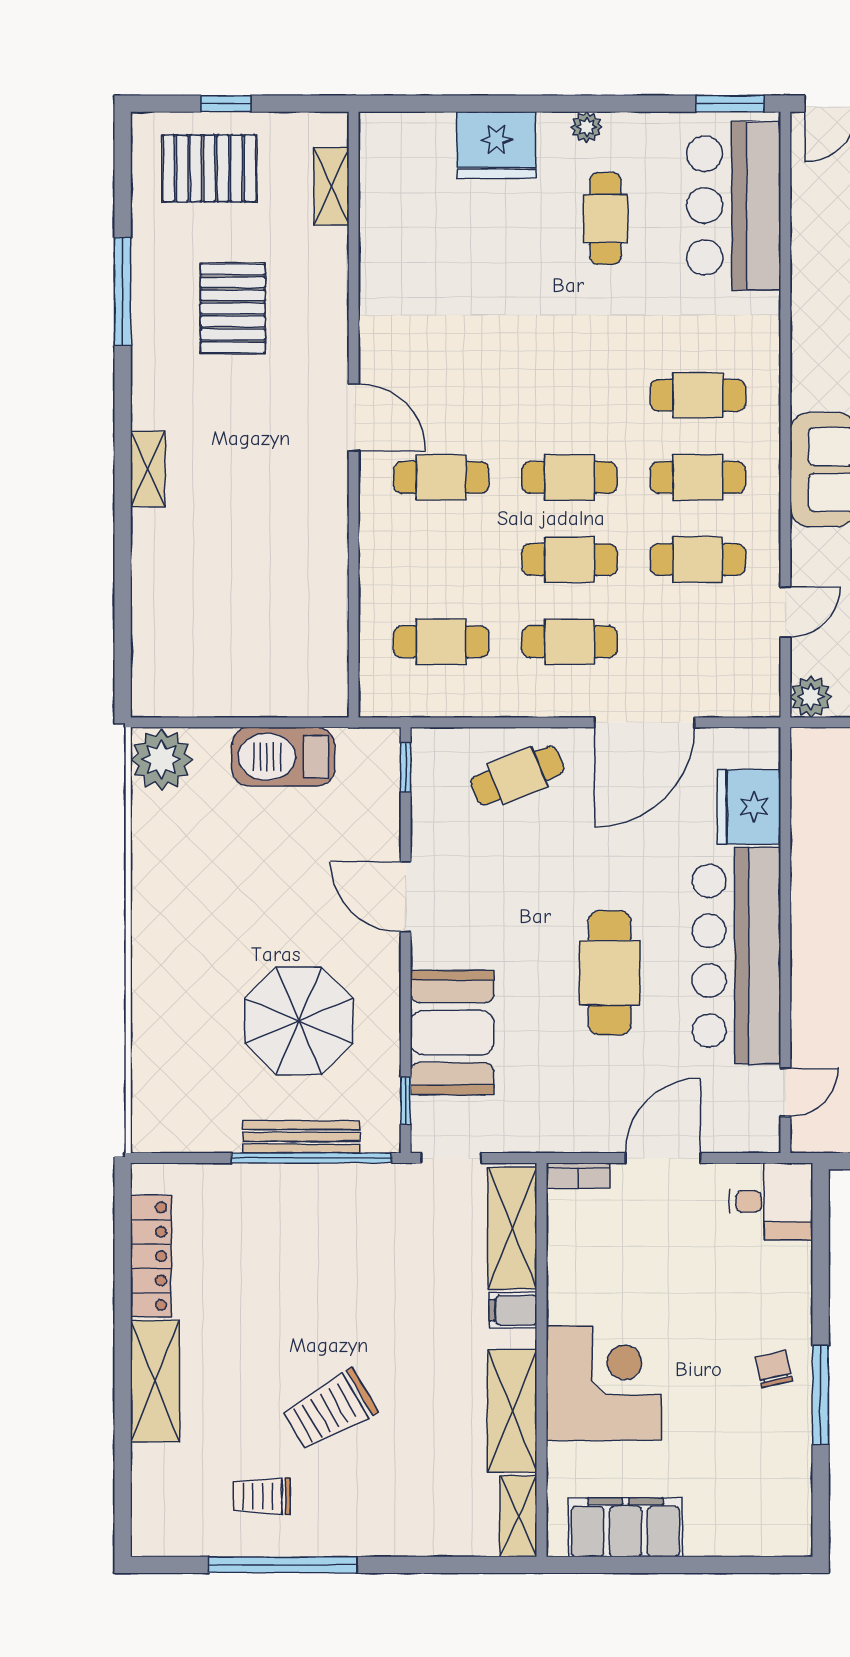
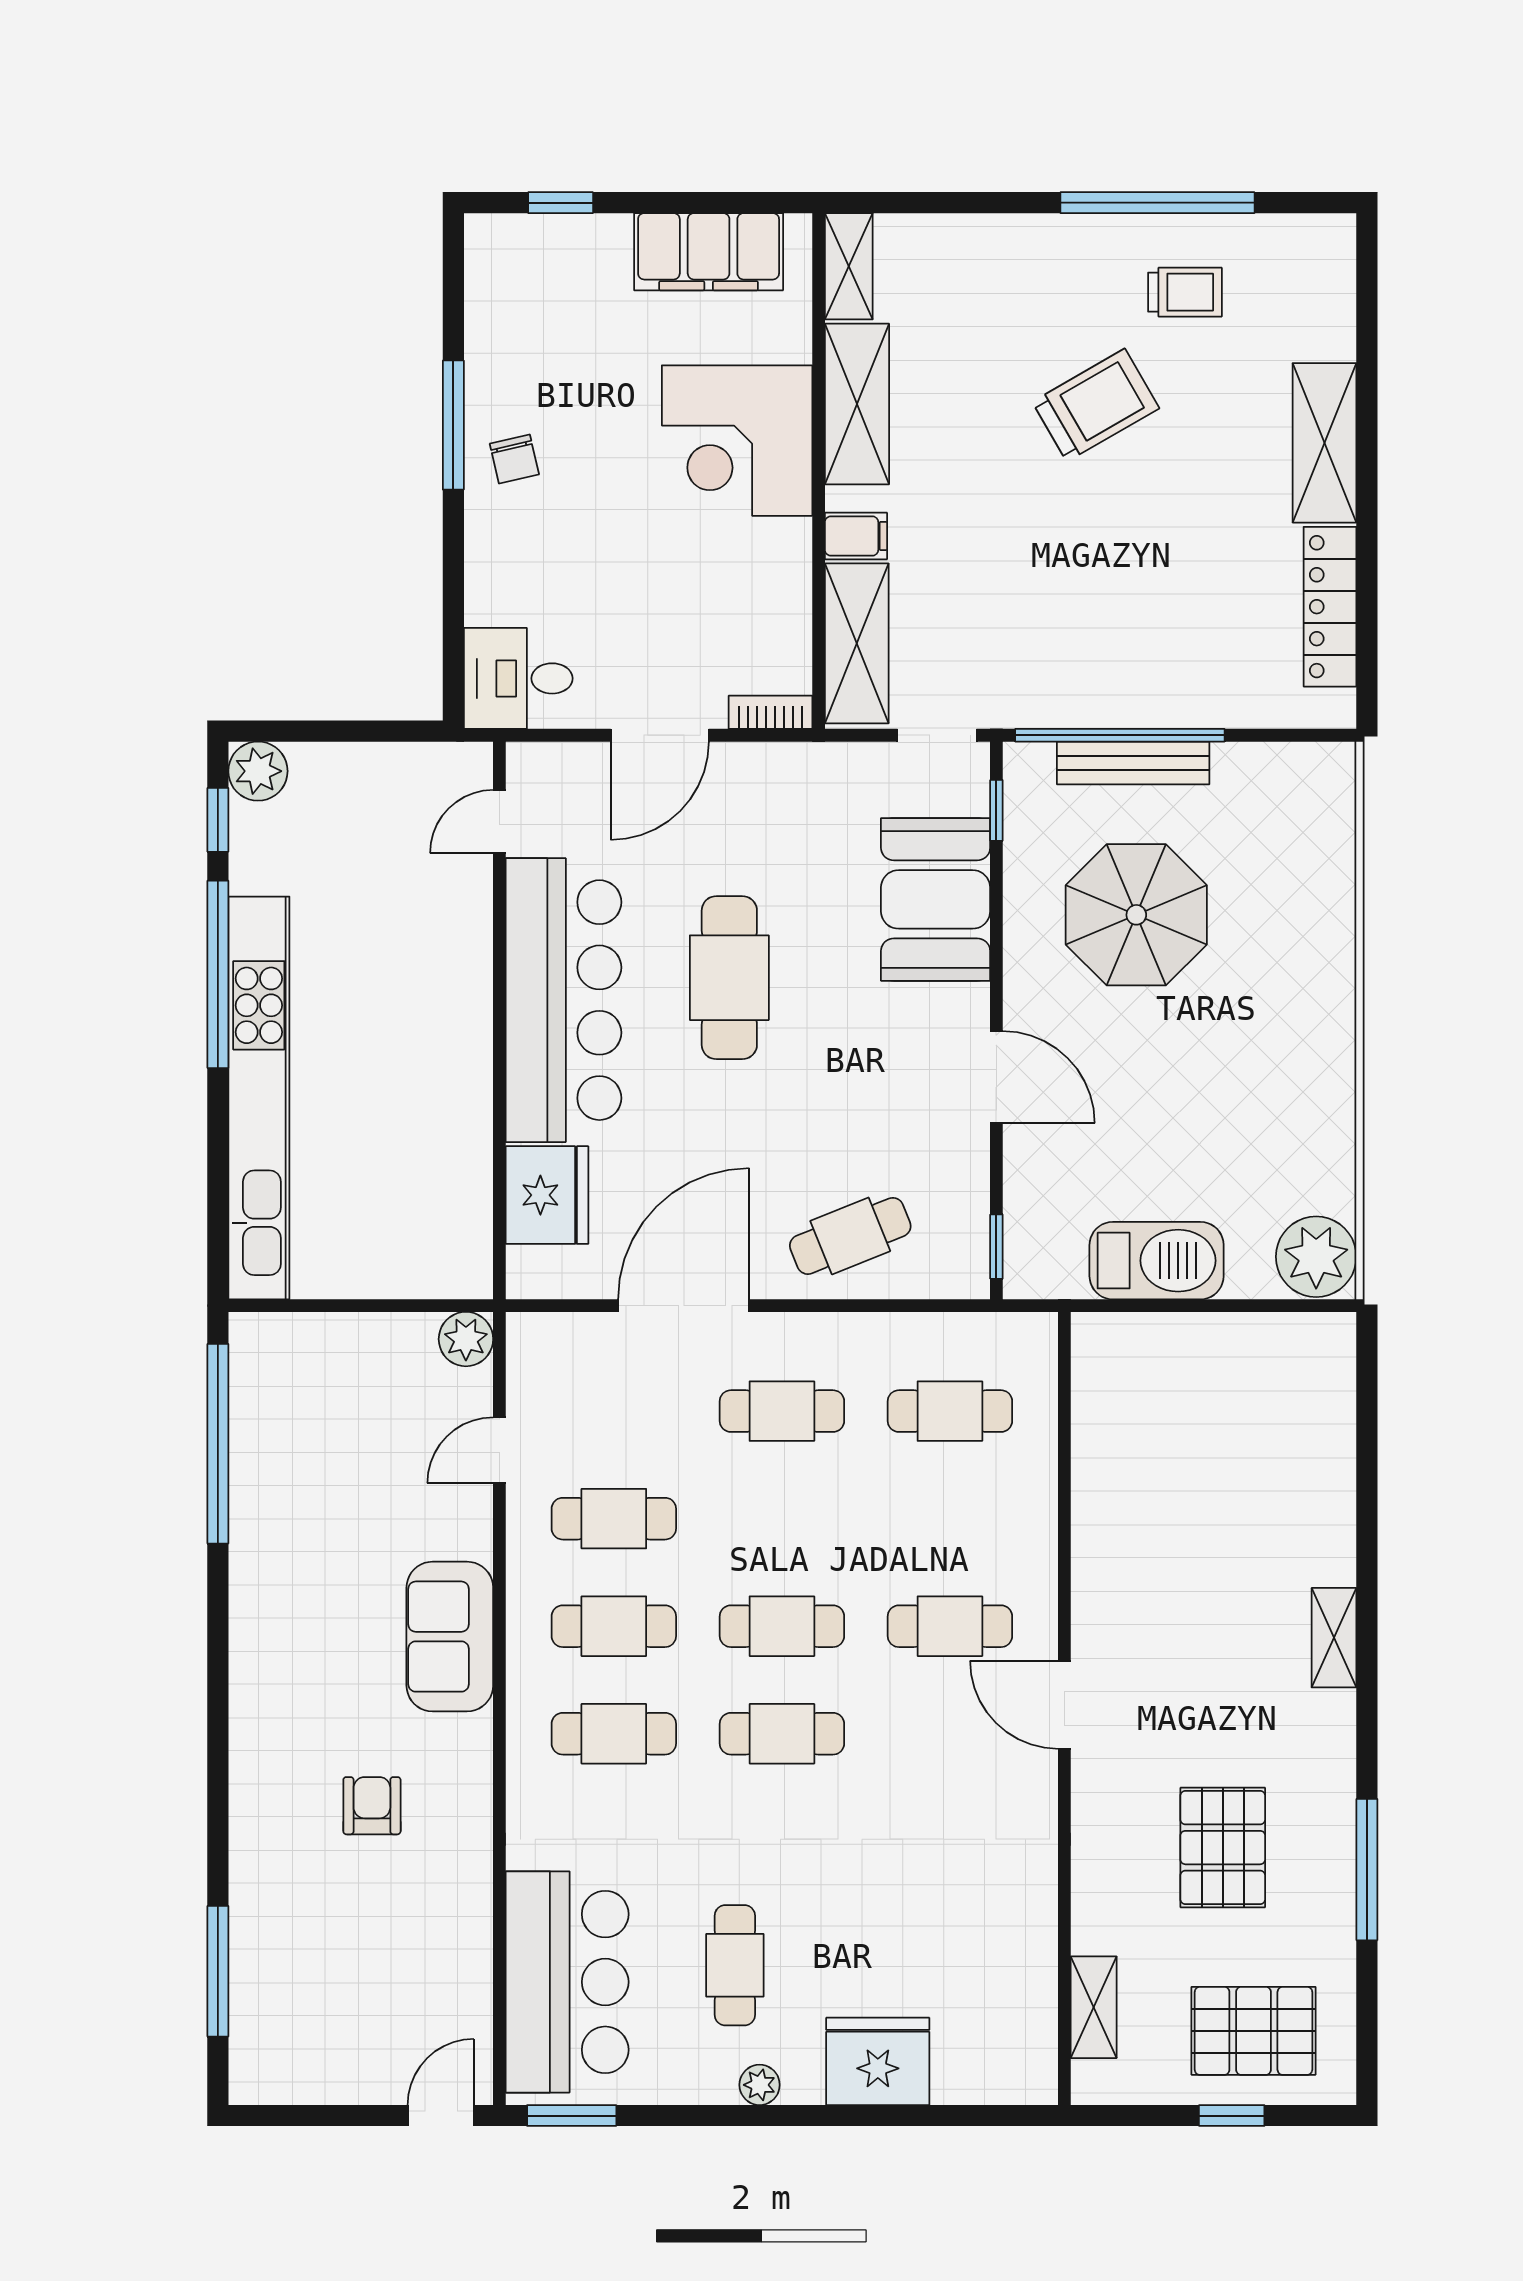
cafe table: (570, 560) -> (782, 1734), moved
window: (739, 1565) -> (561, 203), added

